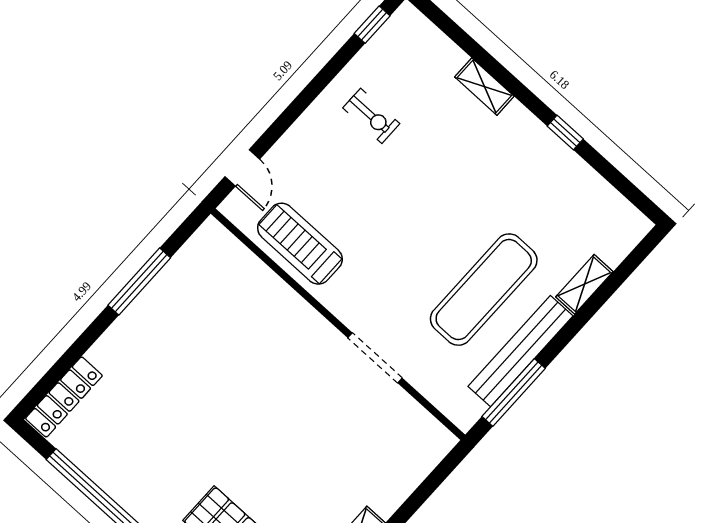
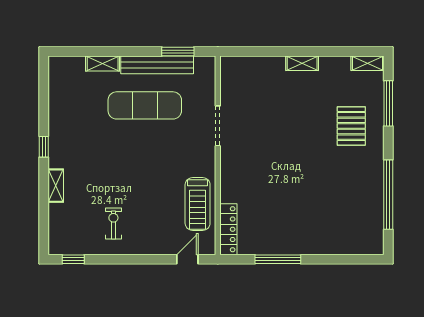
window: (565, 133) -> (44, 147), moved
window: (514, 392) -> (178, 51), width x0.69
locker: (64, 397) -> (228, 229), moved, turned 90

